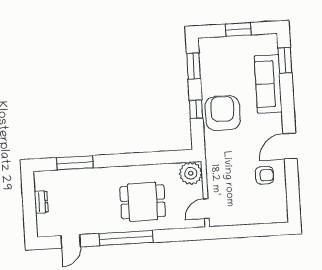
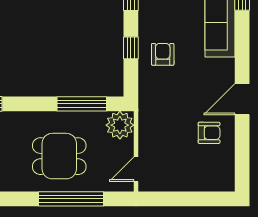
armchair: (223, 113) -> (163, 54), width x0.53, depth x0.53
window: (159, 158) -> (82, 104), added
window: (126, 238) -> (71, 199), moved

